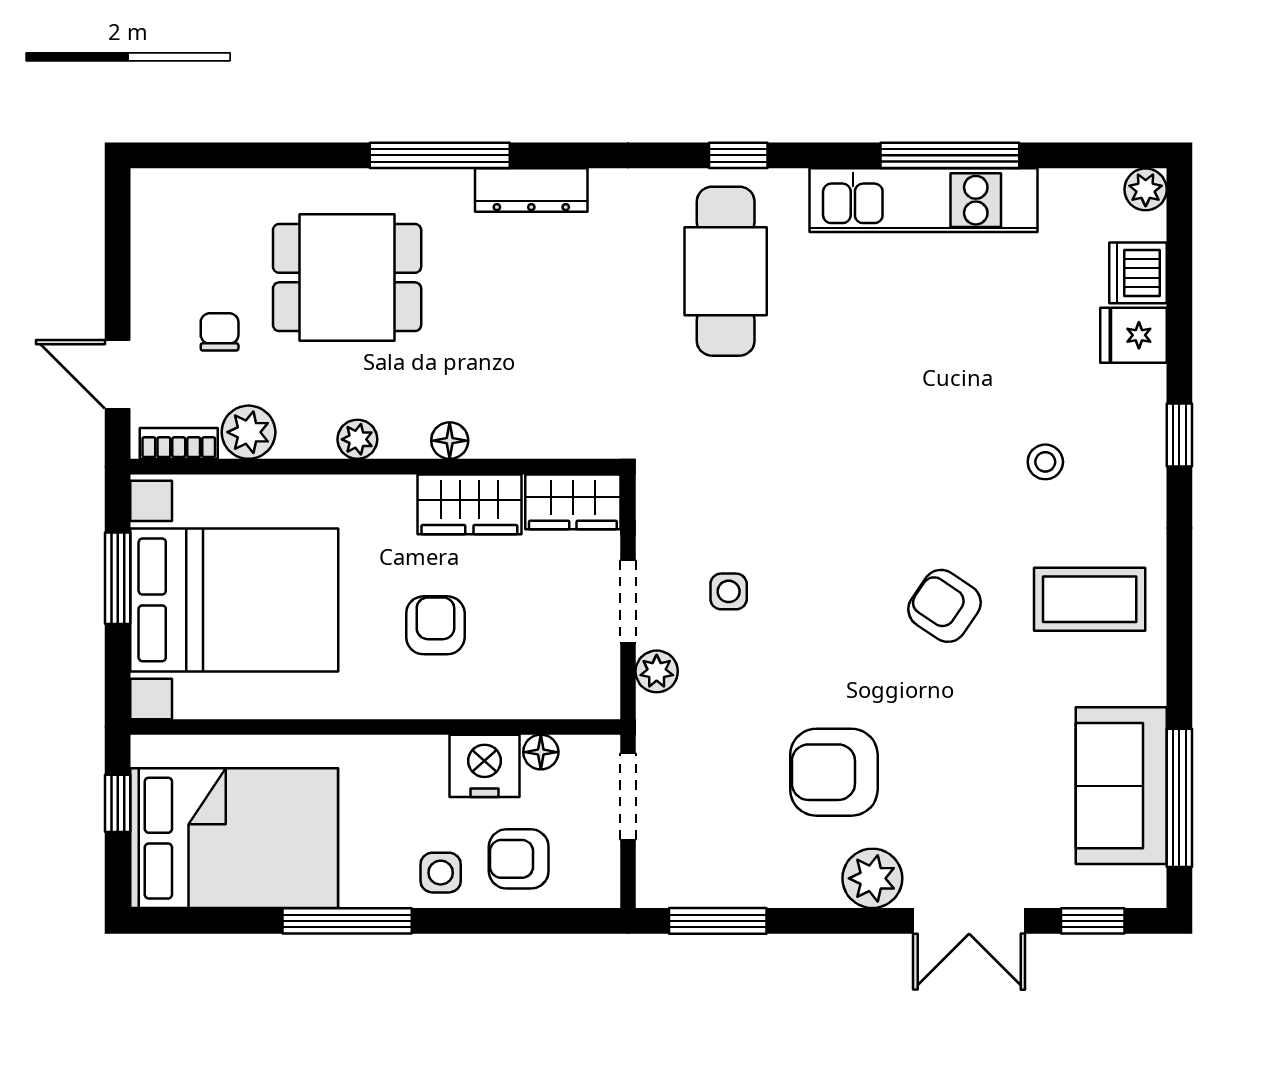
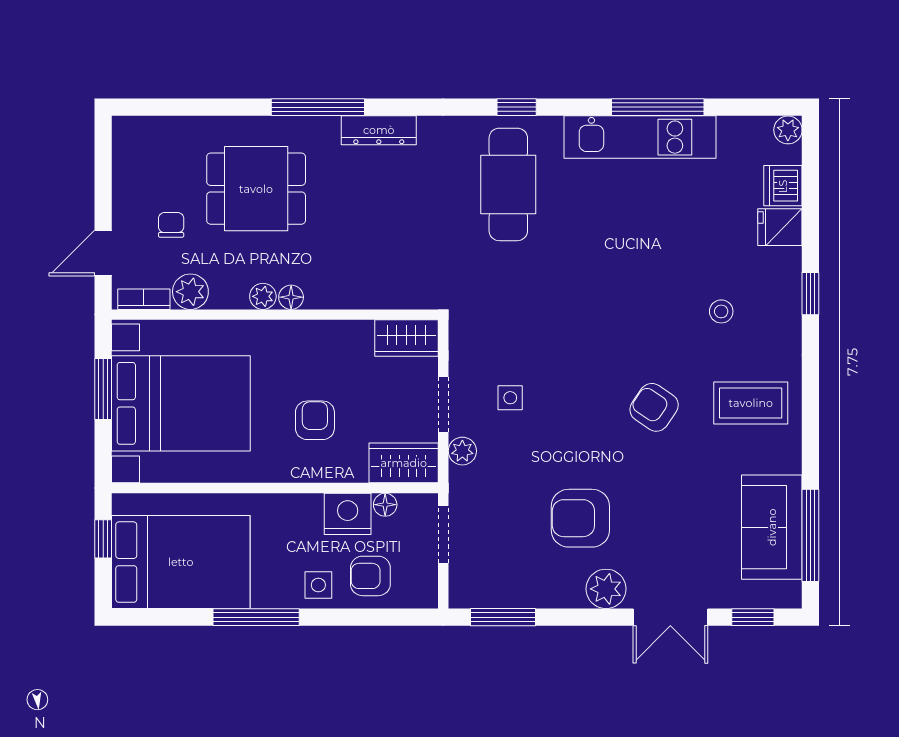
door: (118, 374) -> (103, 253), hinge flipped
floor lamp: (450, 441) -> (291, 297), moved
wardrobe: (469, 504) -> (404, 463), moved, turned 180

